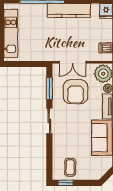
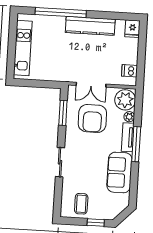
sliding door: (49, 121) -> (60, 162), moved
window: (66, 183) -> (96, 223), moved

